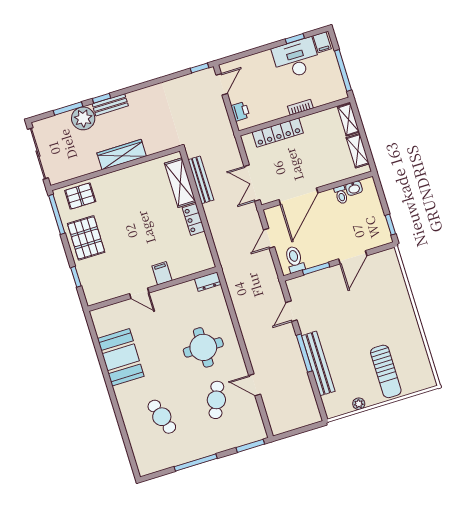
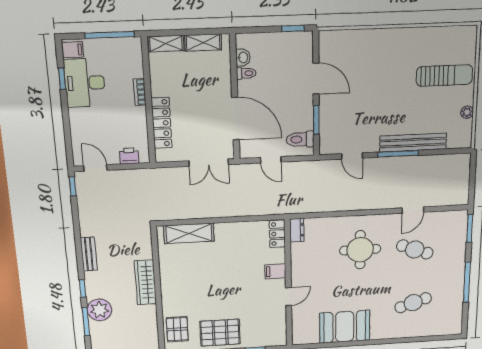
bench: (110, 105) -> (89, 254), moved
bench: (201, 180) -> (191, 213), removed
locker: (194, 219) -> (277, 234), moved, turned 90

